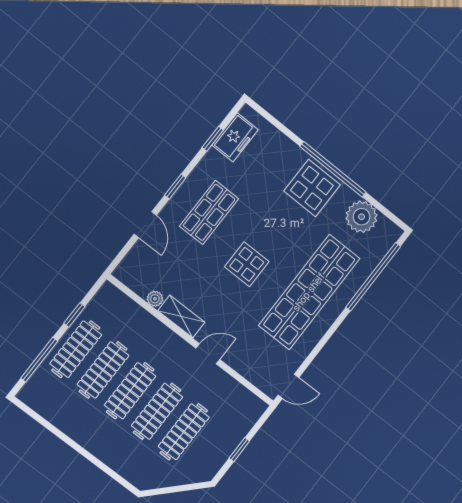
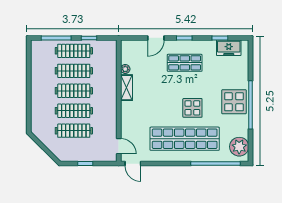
plant: (362, 217) -> (239, 147), moved
display table: (247, 264) -> (192, 108), moved
door: (208, 354) -> (119, 146), moved

